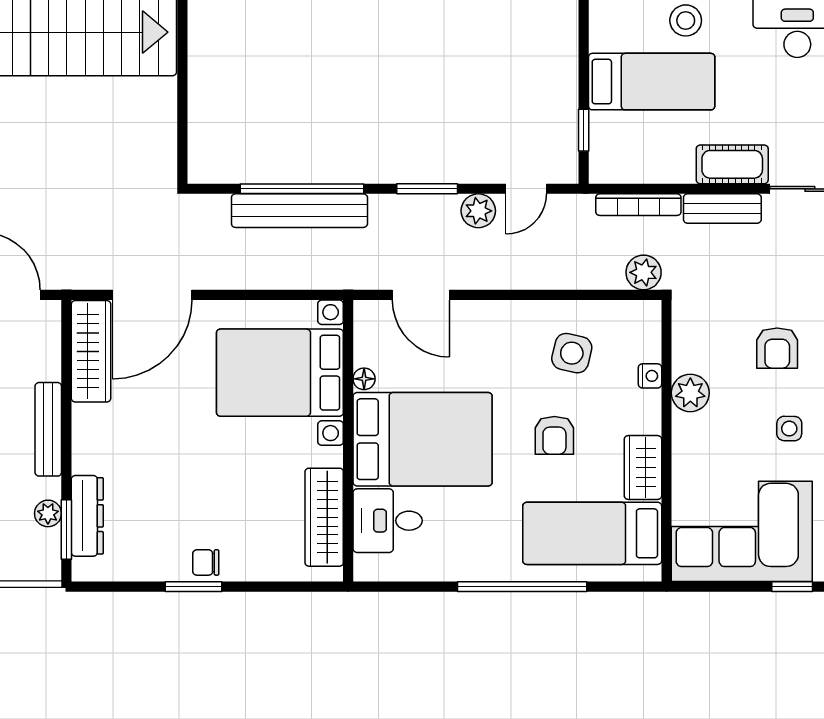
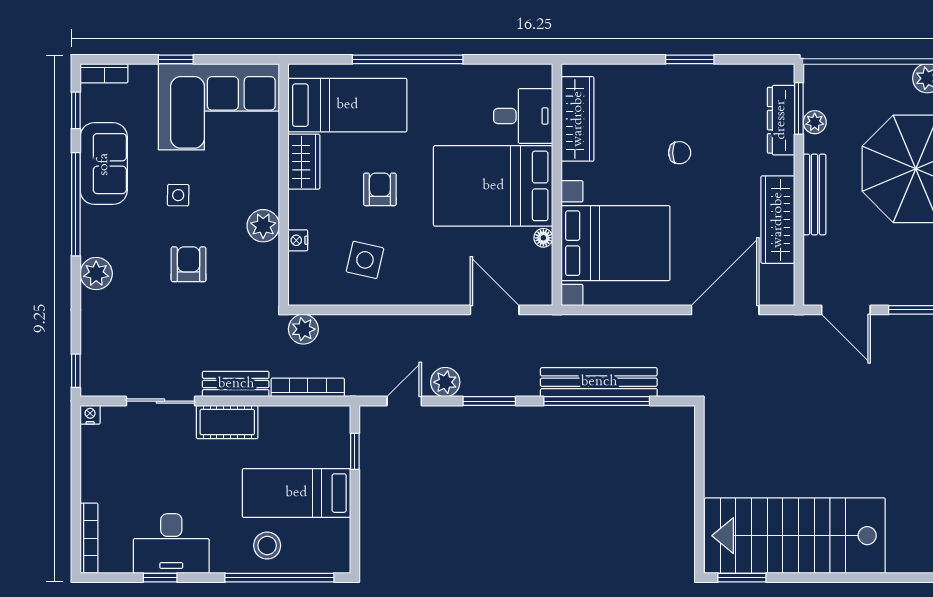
wardrobe: (91, 351) -> (778, 220), moved
chair: (206, 562) -> (680, 153), moved

